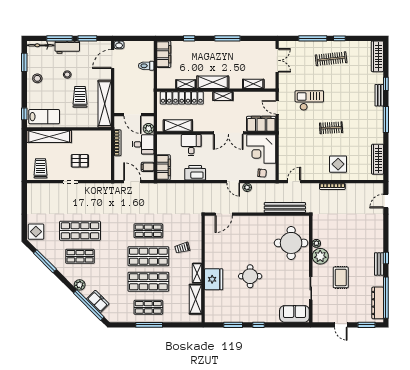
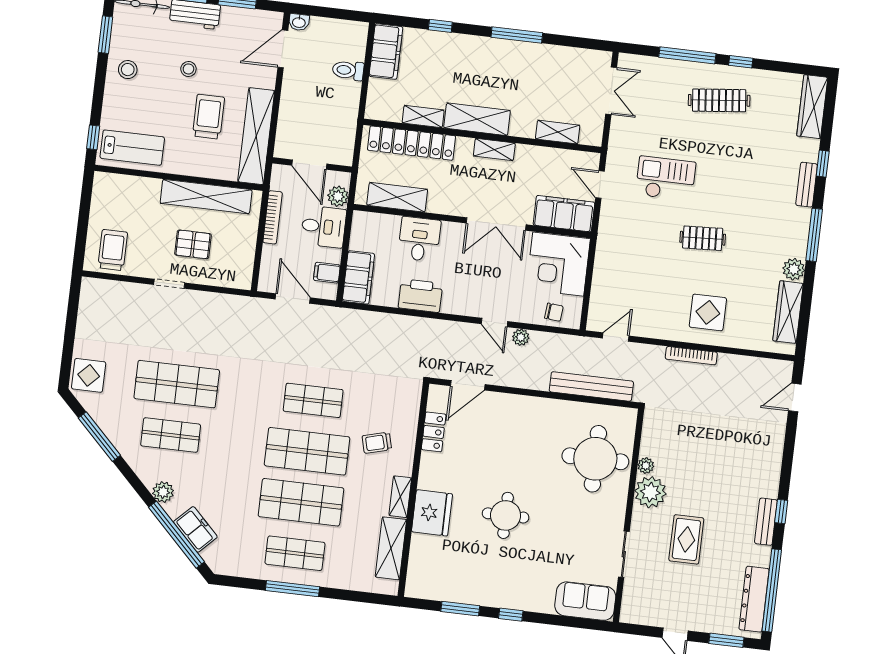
shelving: (49, 136) -> (206, 197), moved
plant: (378, 138) -> (794, 269), added
locker: (210, 239) -> (434, 432), added

